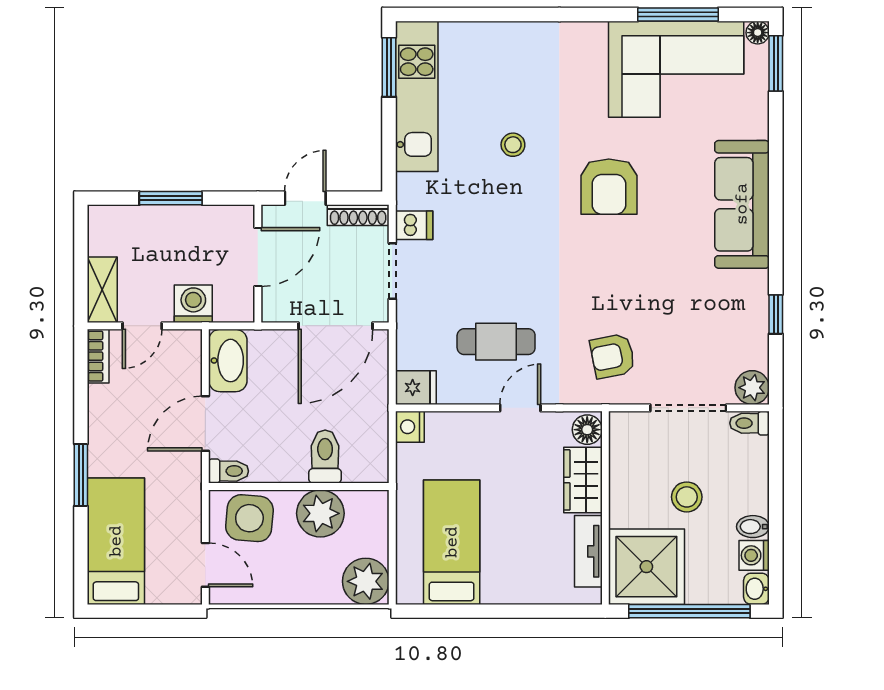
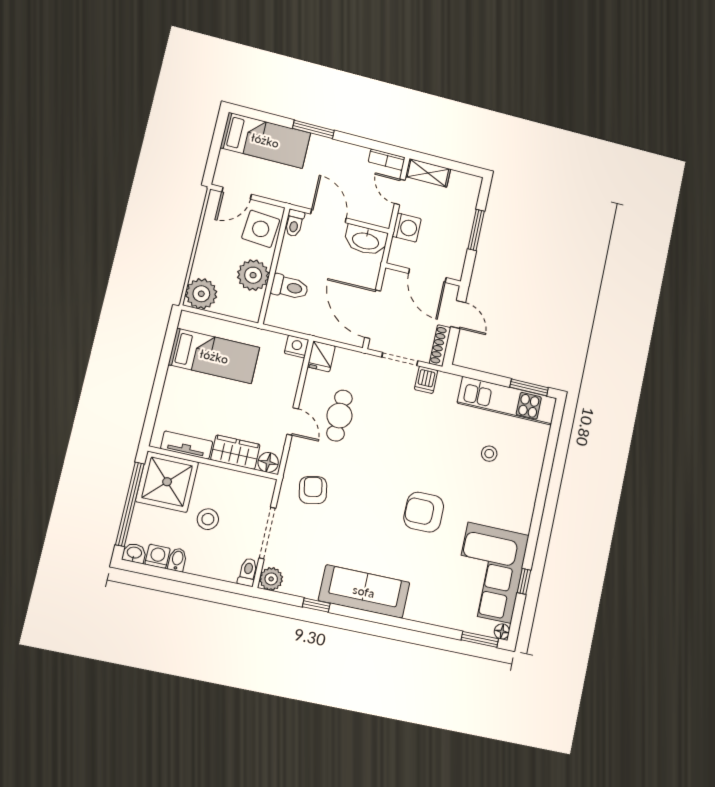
window: (678, 15) -> (524, 581), width x0.46
stool: (513, 145) -> (489, 454), moved
sofa: (742, 204) -> (364, 591), moved

